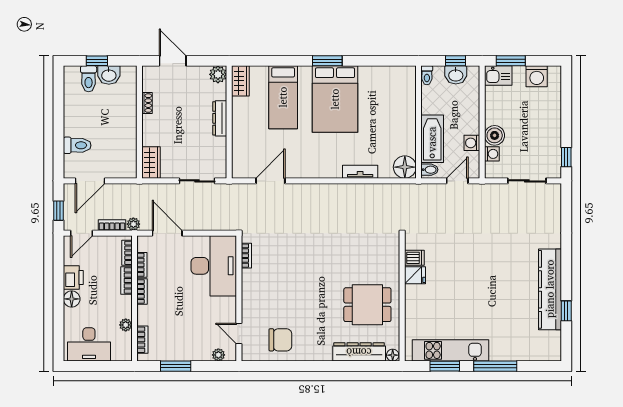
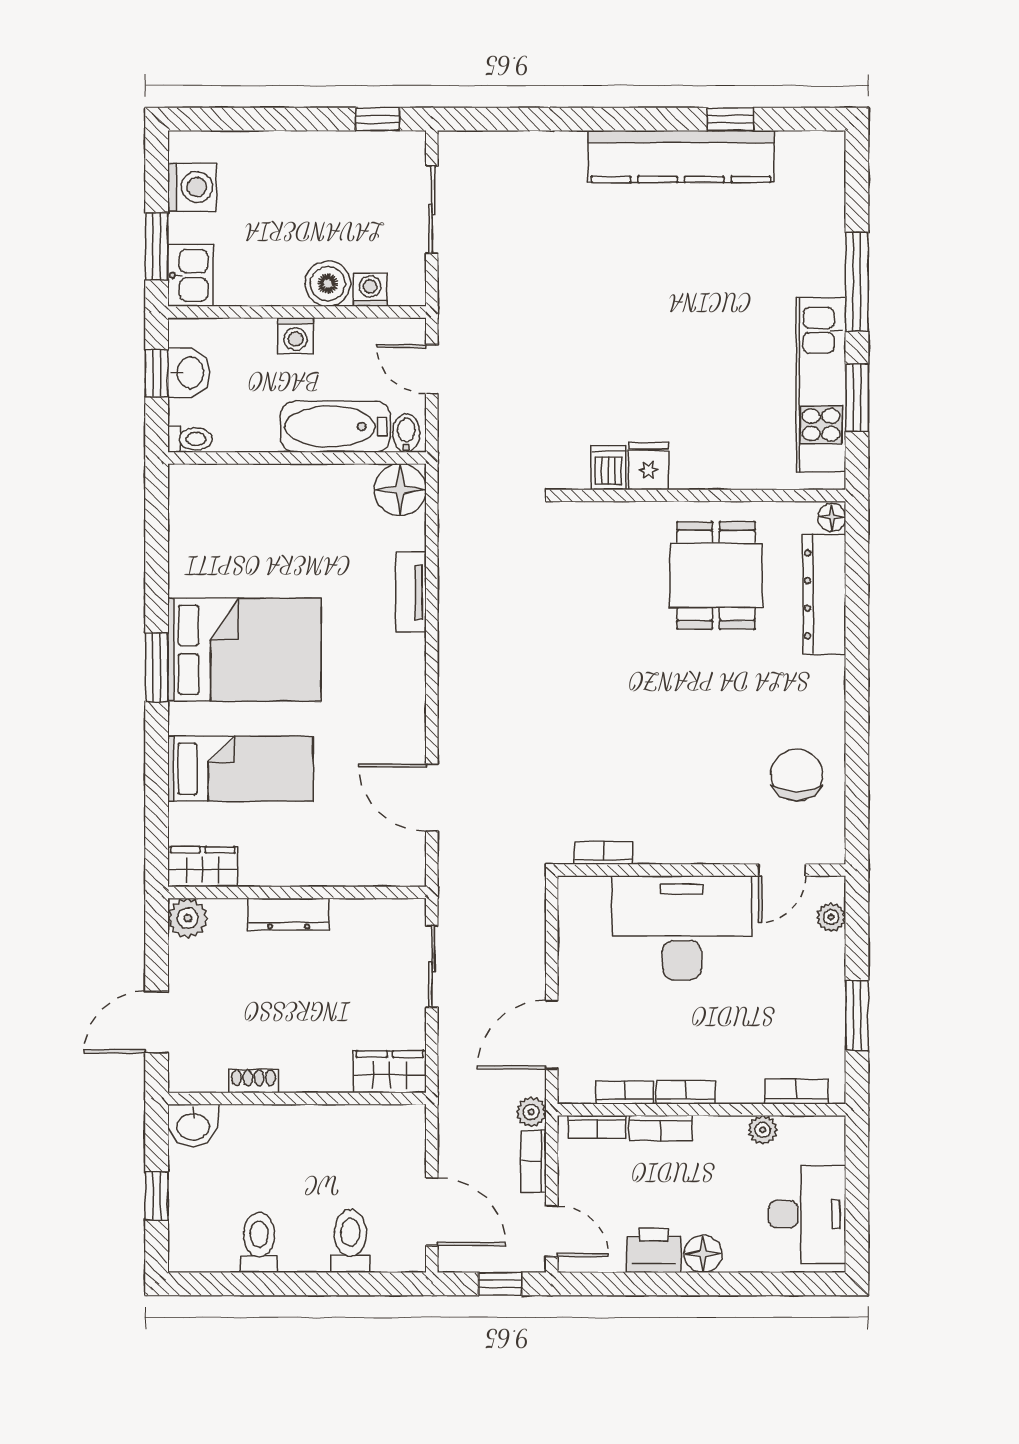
washbasin: (109, 75) -> (193, 1125), moved, turned 90
toilet: (89, 79) -> (259, 1243), moved, turned -90
washing machine: (472, 143) -> (296, 336), moved
desk: (214, 266) -> (682, 928), moved

